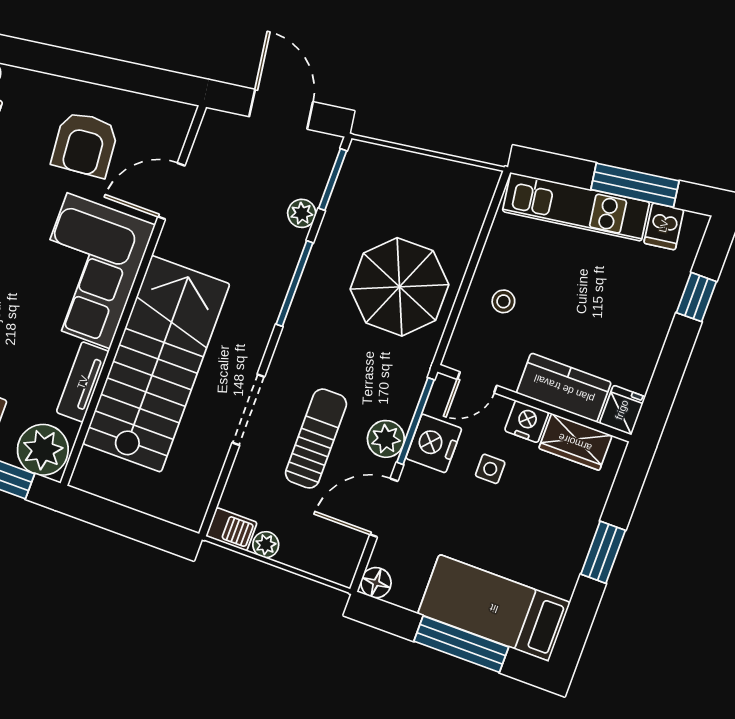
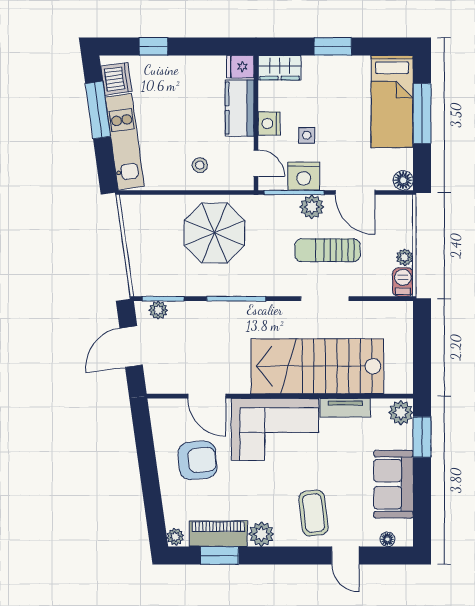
plant: (302, 213) -> (158, 310), moved
dishwasher: (664, 226) -> (116, 79), width x1.38
wardrobe: (575, 442) -> (280, 68), moved, turned 90
plant: (43, 450) -> (401, 413), width x0.73, depth x0.73

